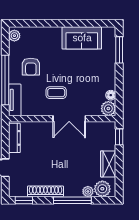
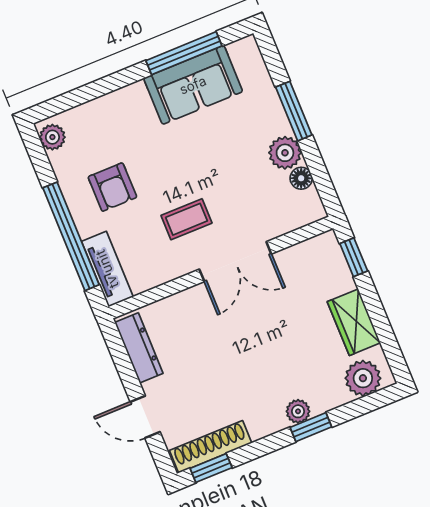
window: (83, 23) -> (184, 53), added
window: (119, 50) -> (294, 111), moved
plant: (108, 109) -> (285, 153), moved
shoe rack: (46, 191) -> (211, 447), moved
plant: (88, 191) -> (298, 411), moved
window: (72, 200) -> (311, 427), width x0.46

